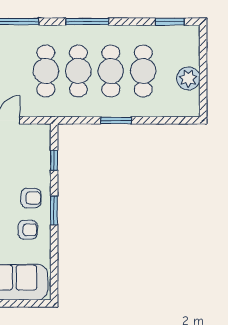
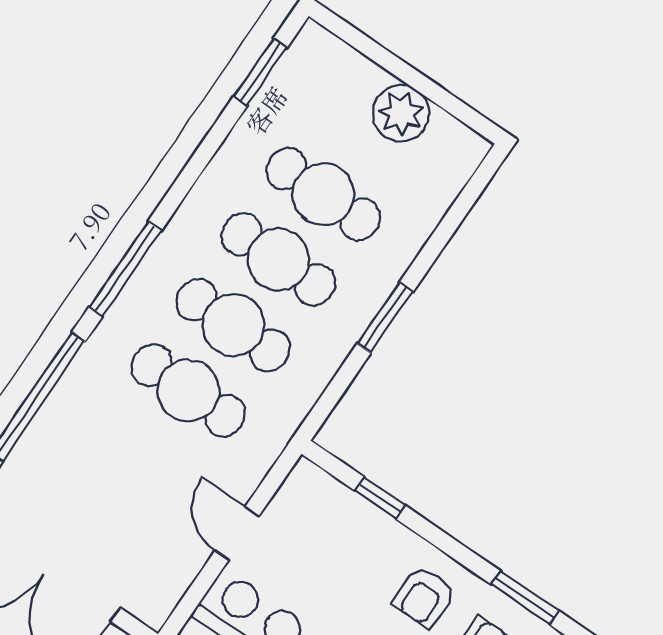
window: (87, 22) -> (125, 269), moved
armchair: (31, 198) -> (424, 597), turned 180
window: (54, 210) -> (525, 598), moved

